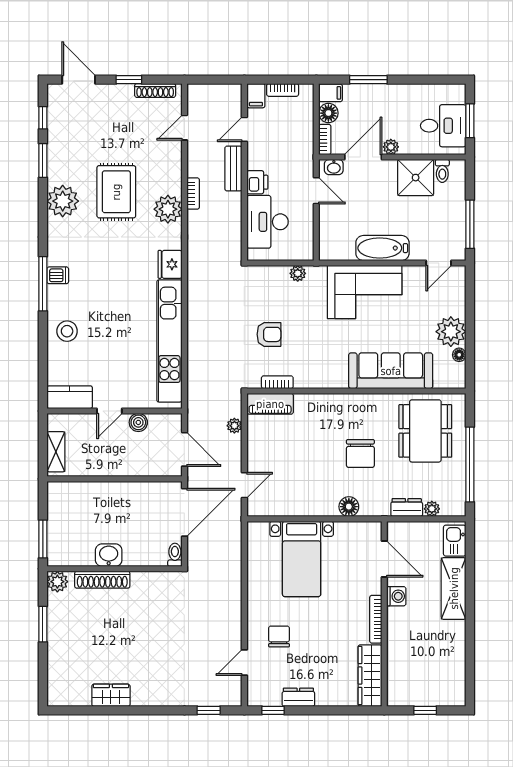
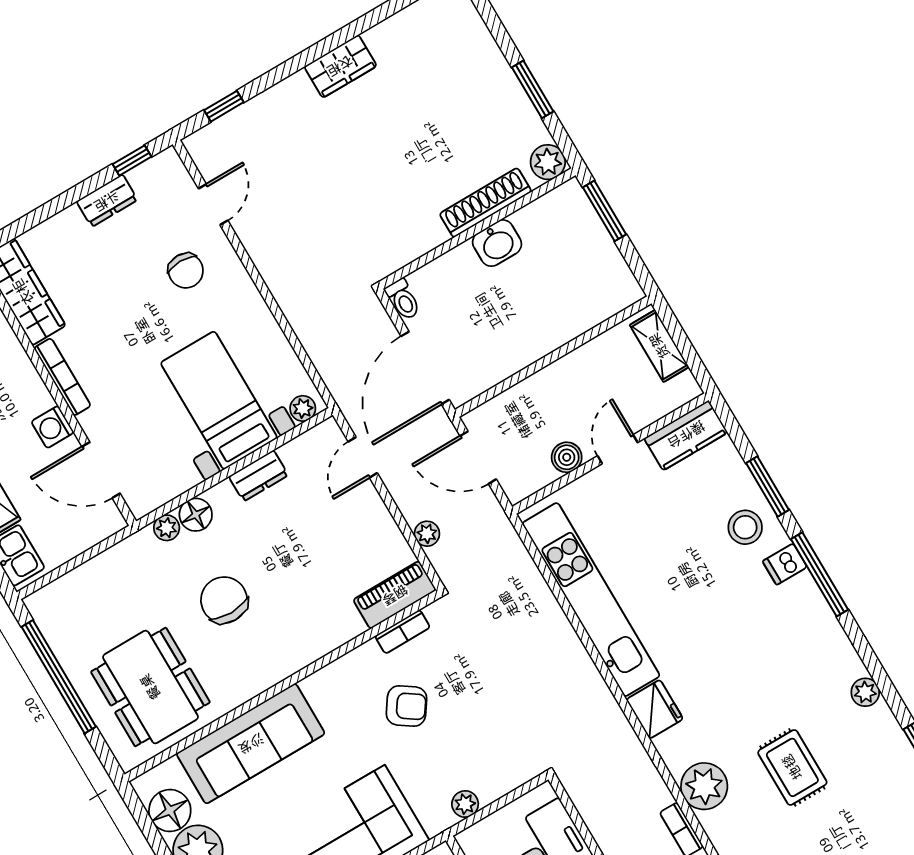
rug: (116, 192) -> (792, 767), width x0.73, depth x0.70
plant: (63, 201) -> (865, 692), width x0.53, depth x0.53
dishwasher: (58, 275) -> (785, 564), moved
armchair: (269, 334) -> (407, 706), moved, turned -145
window: (43, 345) -> (768, 487), added
floor lamp: (459, 355) -> (170, 810), width x1.89, depth x1.89
dresser: (407, 508) -> (259, 476), moved
plant: (432, 509) -> (167, 528), moved
plant: (260, 529) -> (303, 408), added
wardrobe: (111, 695) -> (340, 66), moved

